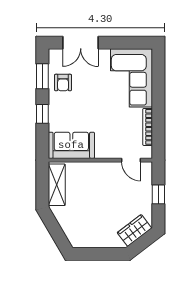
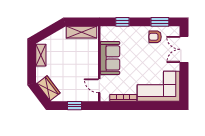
window: (42, 114) -> (122, 22), moved
sofa: (71, 145) -> (110, 58), moved
door: (131, 160) -> (99, 86), hinge flipped
shelving: (88, 241) -> (41, 55), added

